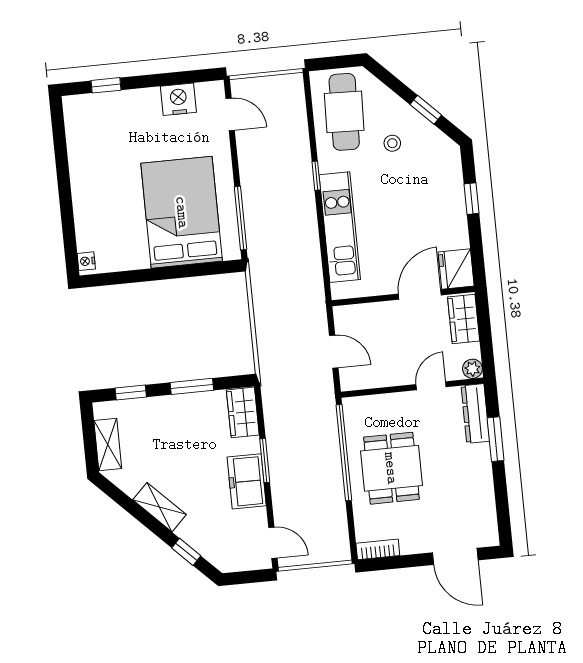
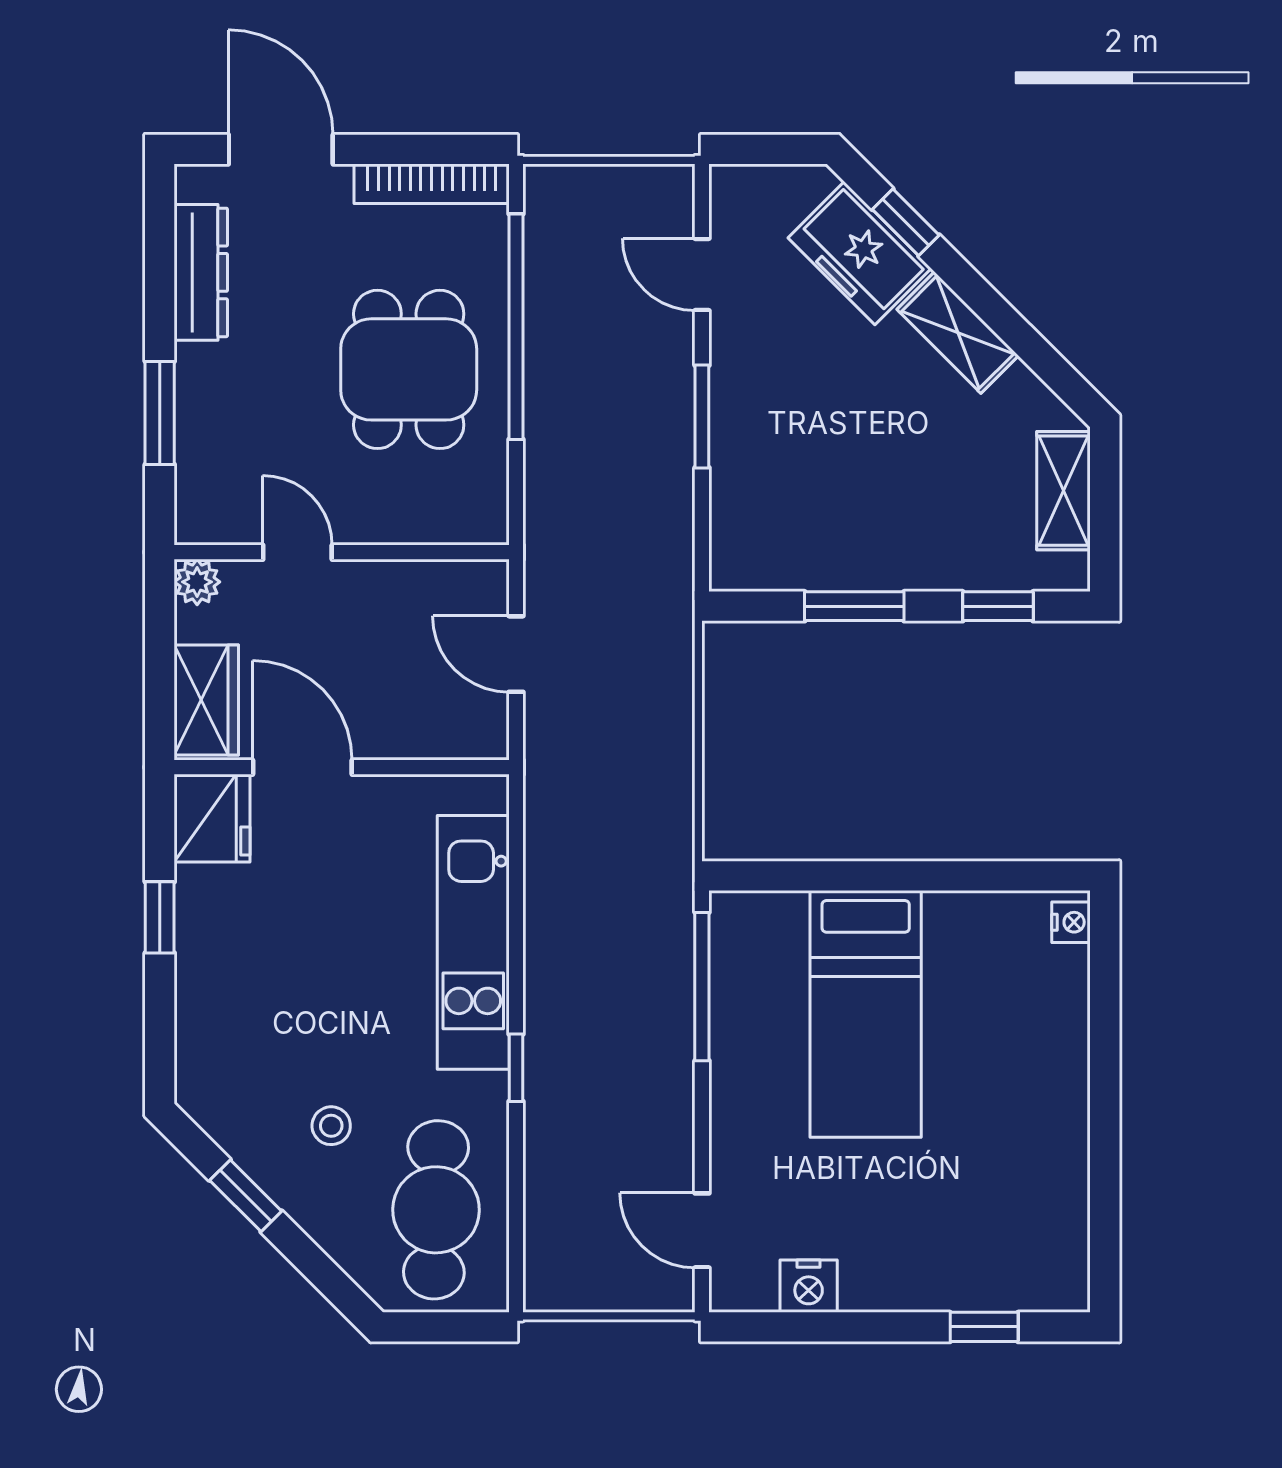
nightstand: (178, 99) -> (809, 1286), width x0.74, depth x0.75
window: (472, 199) -> (160, 917), moved
bed: (182, 212) -> (866, 1014), width x0.67
door: (420, 294) -> (302, 767), swing flipped
door: (431, 386) -> (297, 552), swing flipped
wardrobe: (243, 412) -> (742, 534), removed
dresser: (475, 414) -> (201, 272), moved
window: (344, 453) -> (516, 327), moved
freezer: (247, 481) -> (860, 253), moved, turned 135
door: (273, 543) -> (702, 274), moved
bookcase: (378, 549) -> (432, 184), width x1.56

